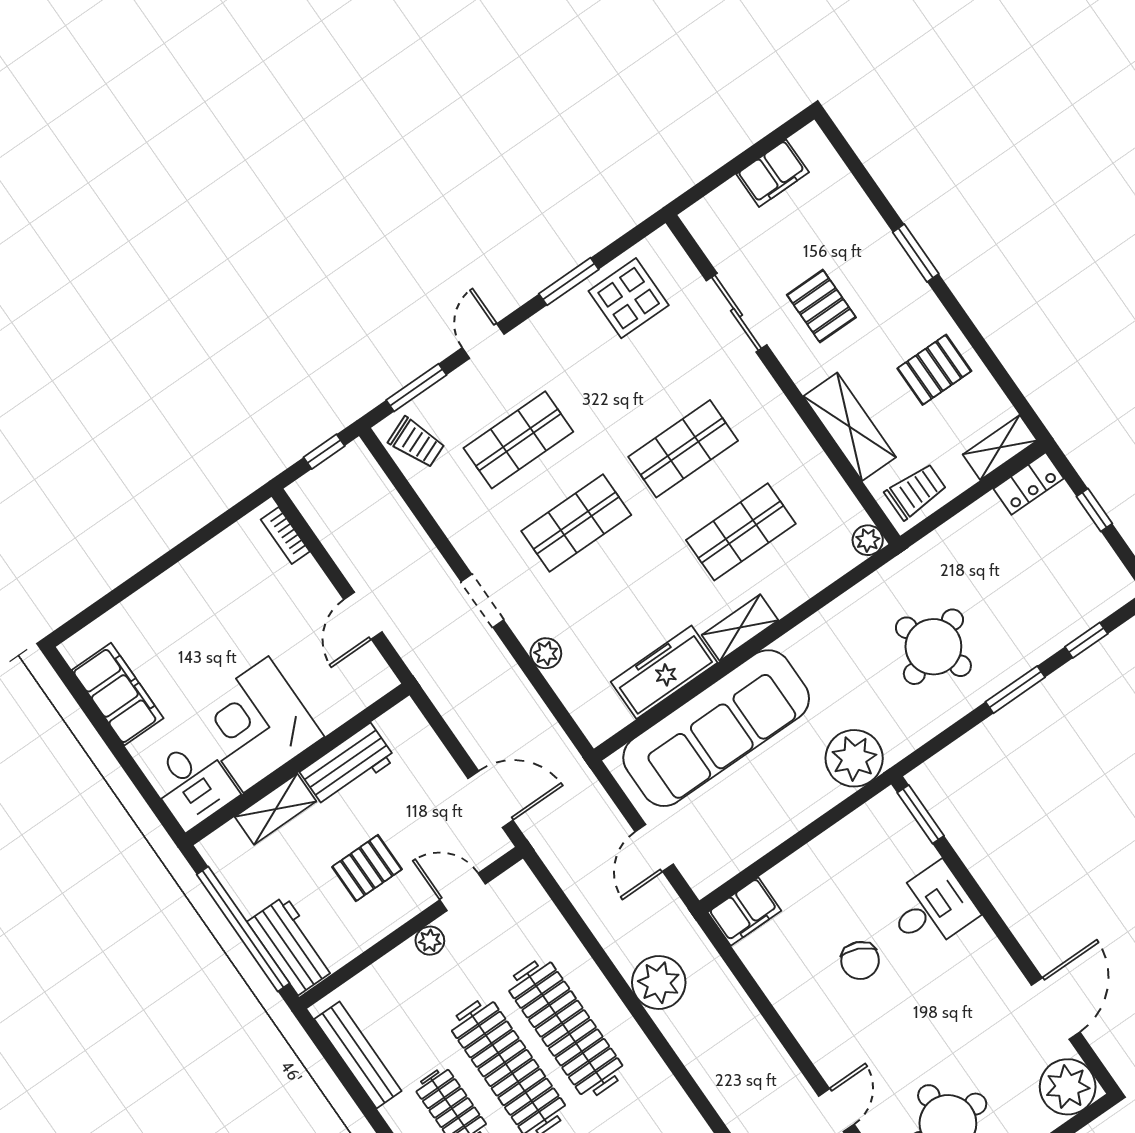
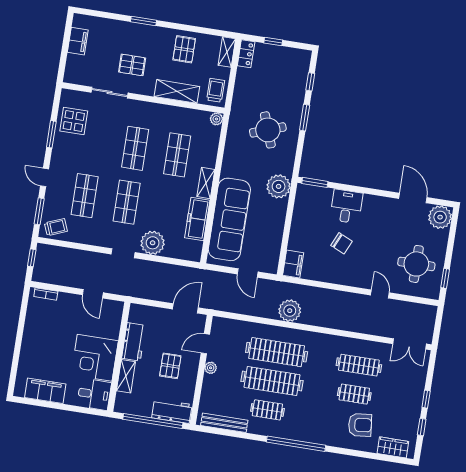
plant: (546, 653) -> (153, 243), width x1.87, depth x1.87

